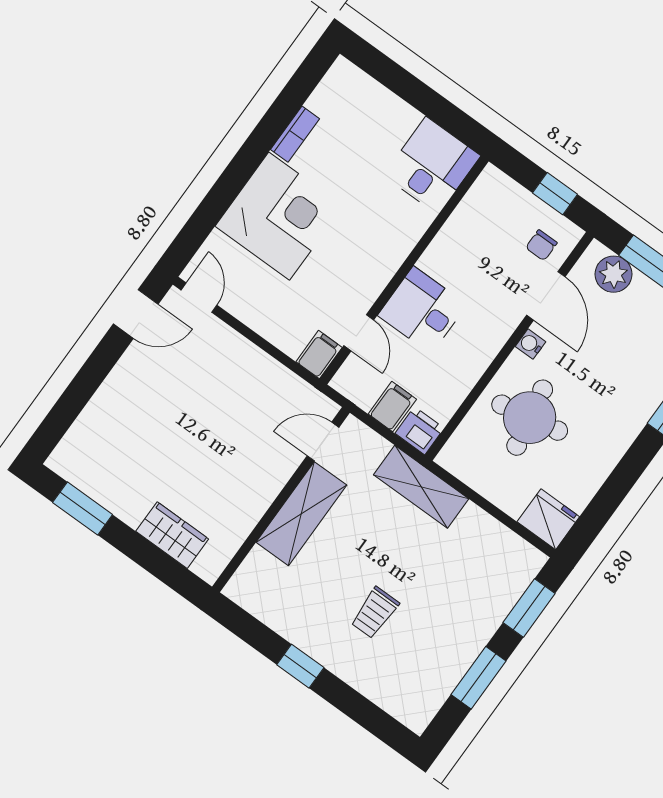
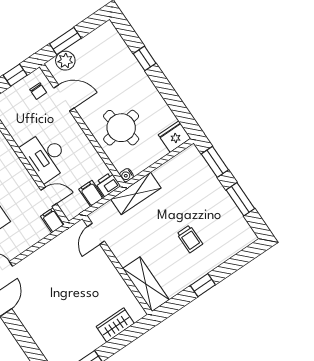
desk: (422, 310) -> (45, 156), width x1.37
water cooler: (530, 344) -> (127, 175), moved
shelving: (301, 514) -> (146, 284), moved

